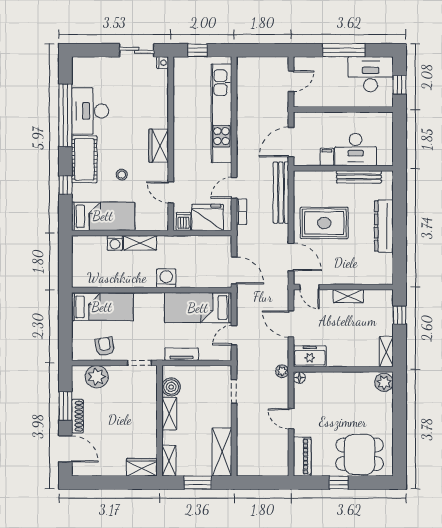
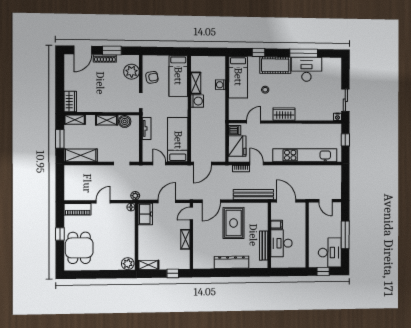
window: (65, 115) -> (304, 53), width x0.68
shelving: (140, 243) -> (196, 83), moved
washing machine: (166, 278) -> (197, 101), moved

